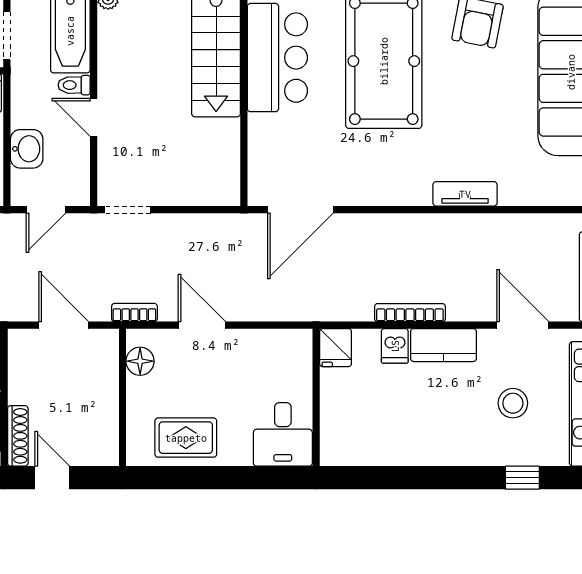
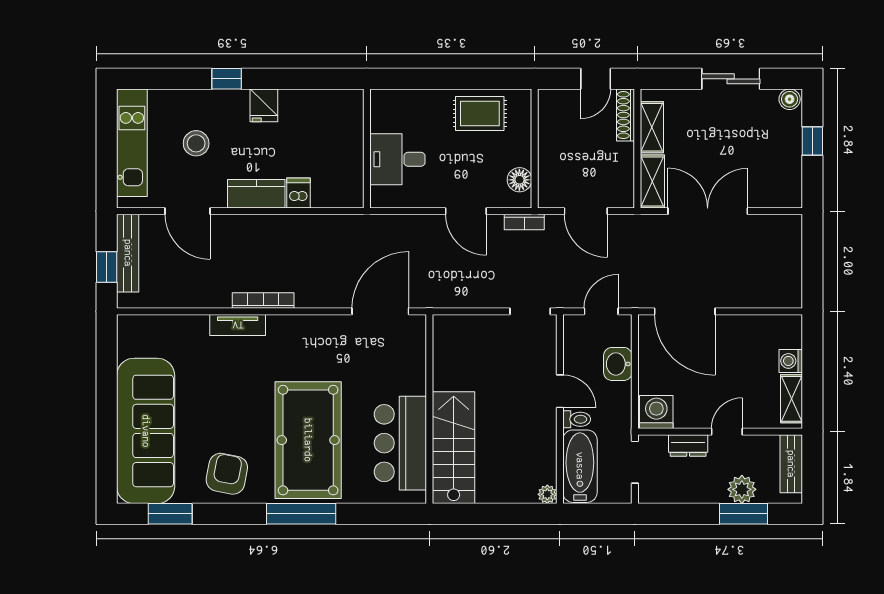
bookcase: (410, 313) -> (263, 300), moved, turned 180
fridge: (336, 348) -> (264, 105), moved, turned 180
desk: (283, 434) -> (397, 159), moved, turned -90
door: (52, 478) -> (596, 79), hinge flipped
window: (522, 478) -> (227, 79), moved

